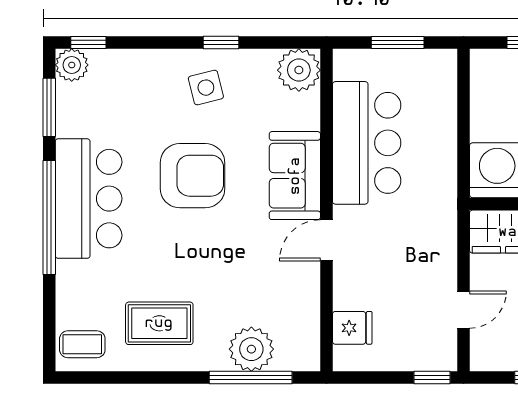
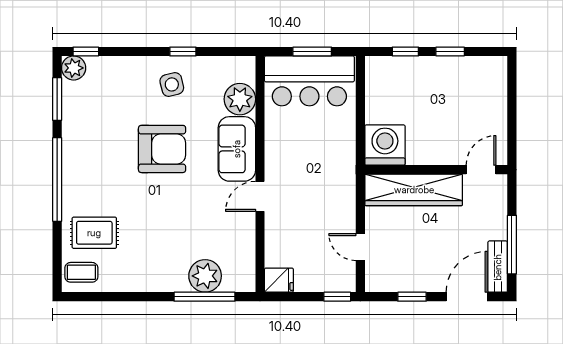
plant: (299, 70) -> (240, 99), moved
bar counter: (367, 143) -> (309, 81), moved, turned 90
bar counter: (89, 199) -> (86, 166), removed
door: (464, 310) -> (360, 247), swing flipped
rug: (159, 323) -> (94, 233), moved
fridge: (352, 328) -> (279, 280), moved

